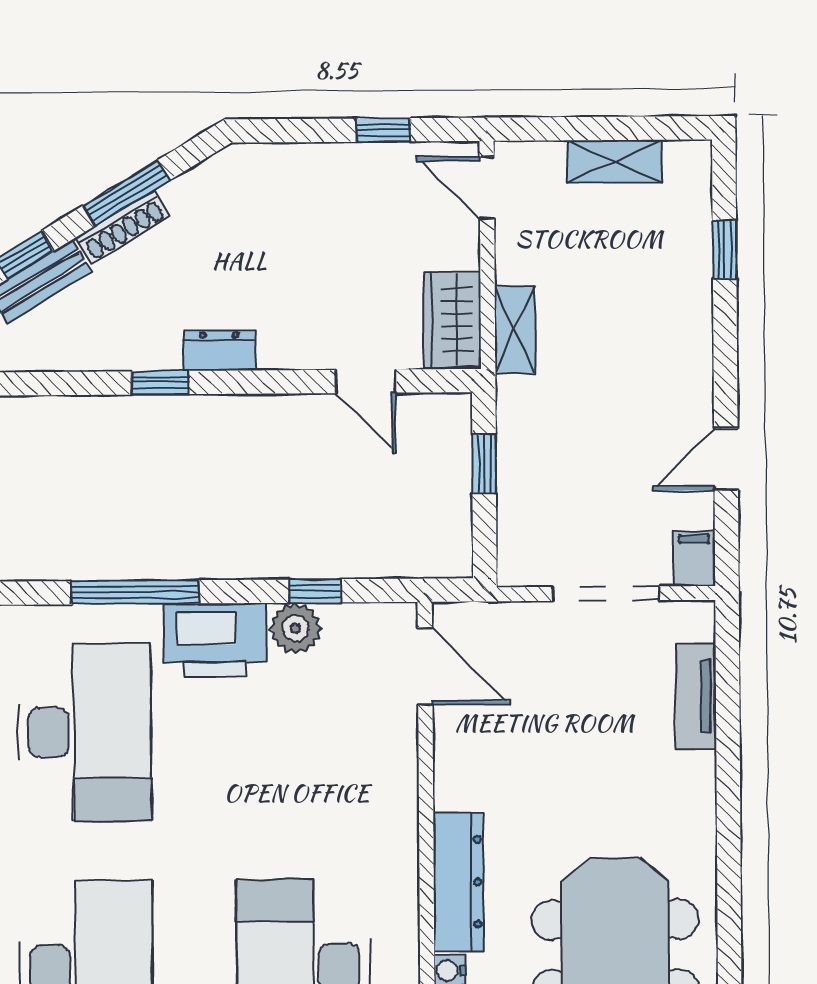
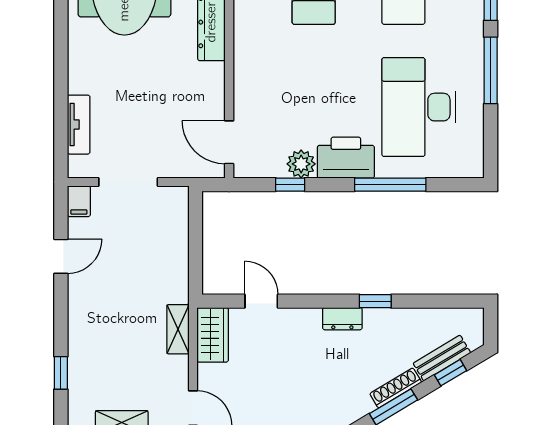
window: (484, 464) -> (195, 255), removed

